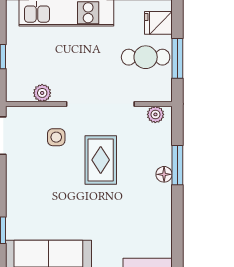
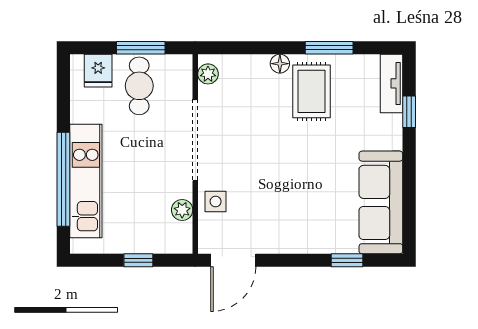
side table: (56, 137) -> (216, 201), moved
rug: (101, 160) -> (311, 91), moved, turned 90
window: (177, 165) -> (329, 48), moved

